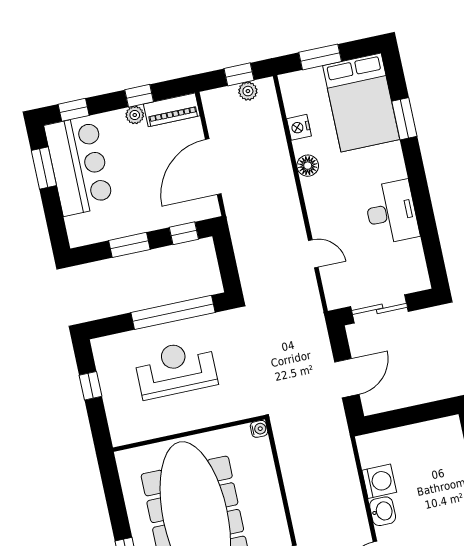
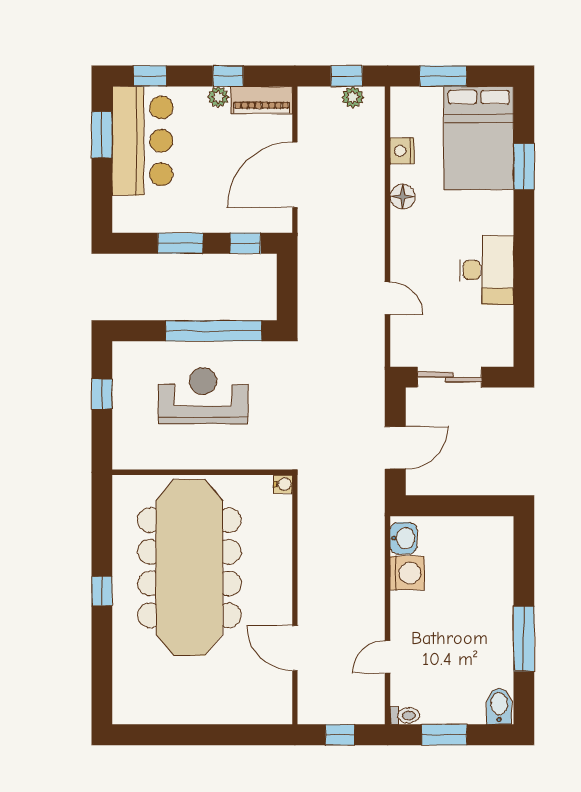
washbasin: (383, 511) -> (404, 538), moved

